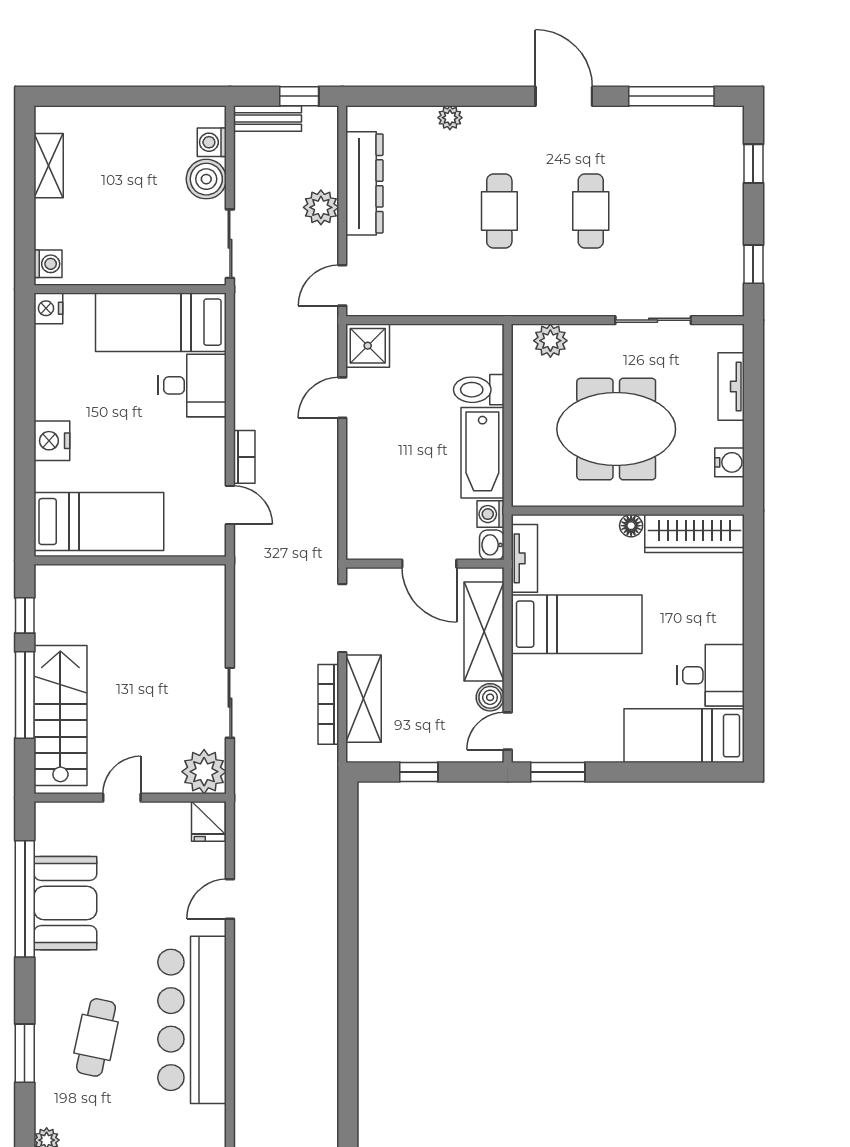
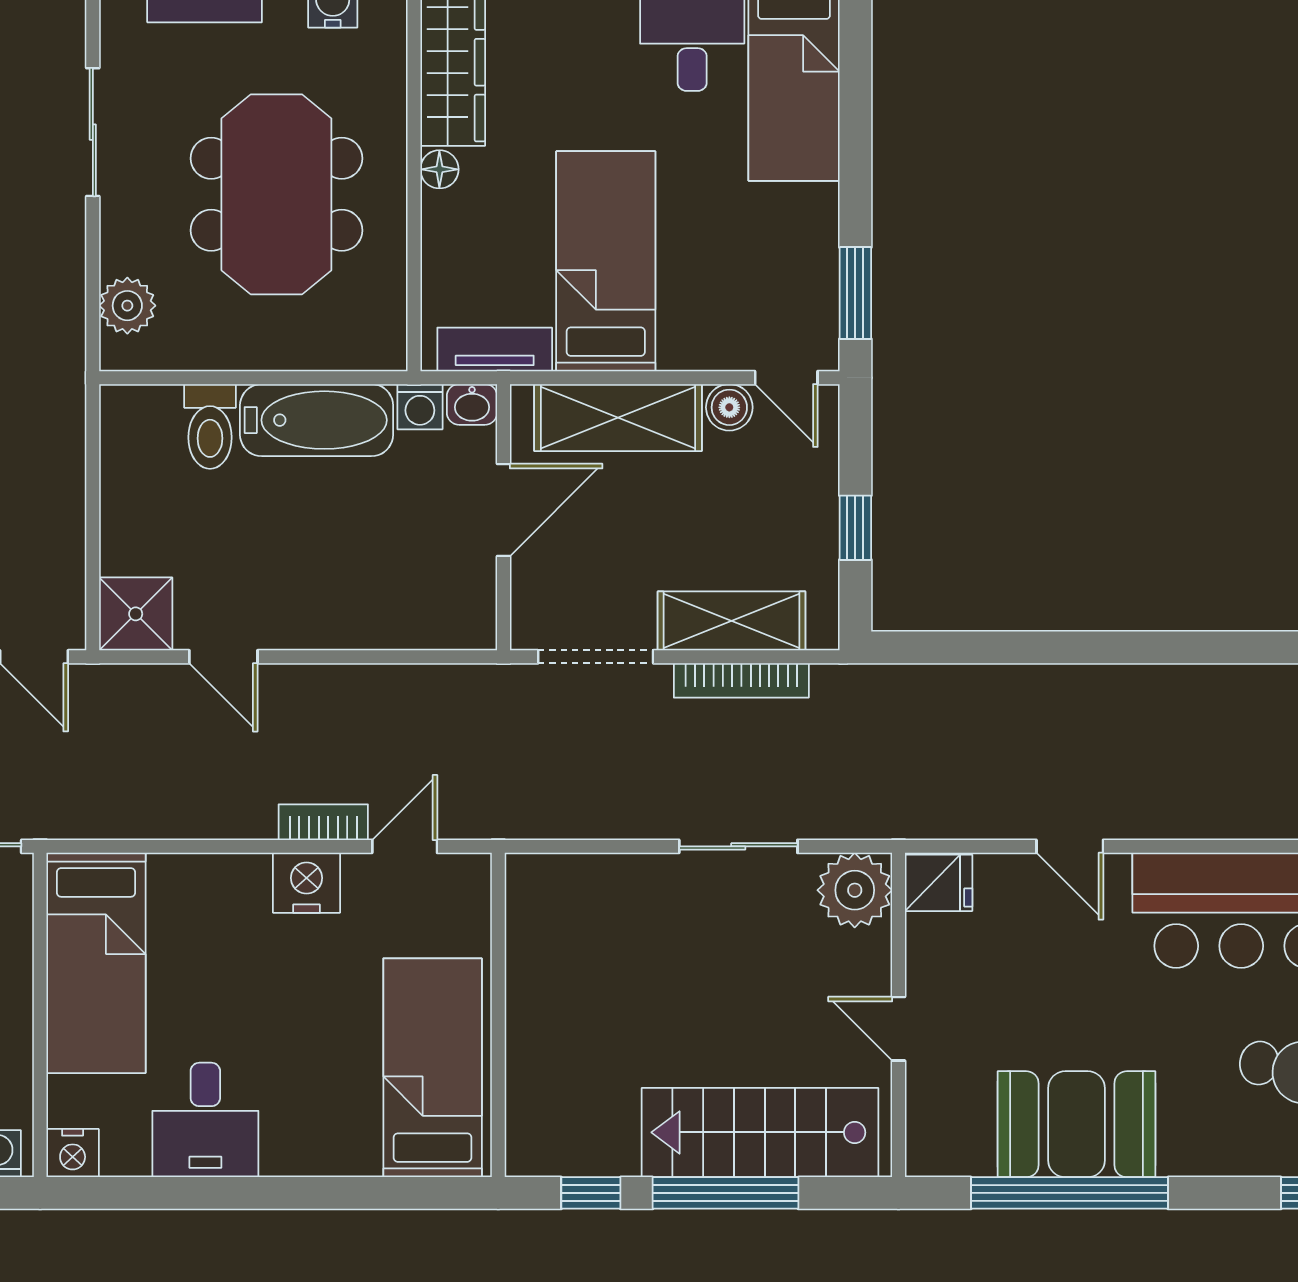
desk: (192, 385) -> (205, 1120), moved, turned 180
nightstand: (52, 441) -> (306, 883), moved, turned 180

